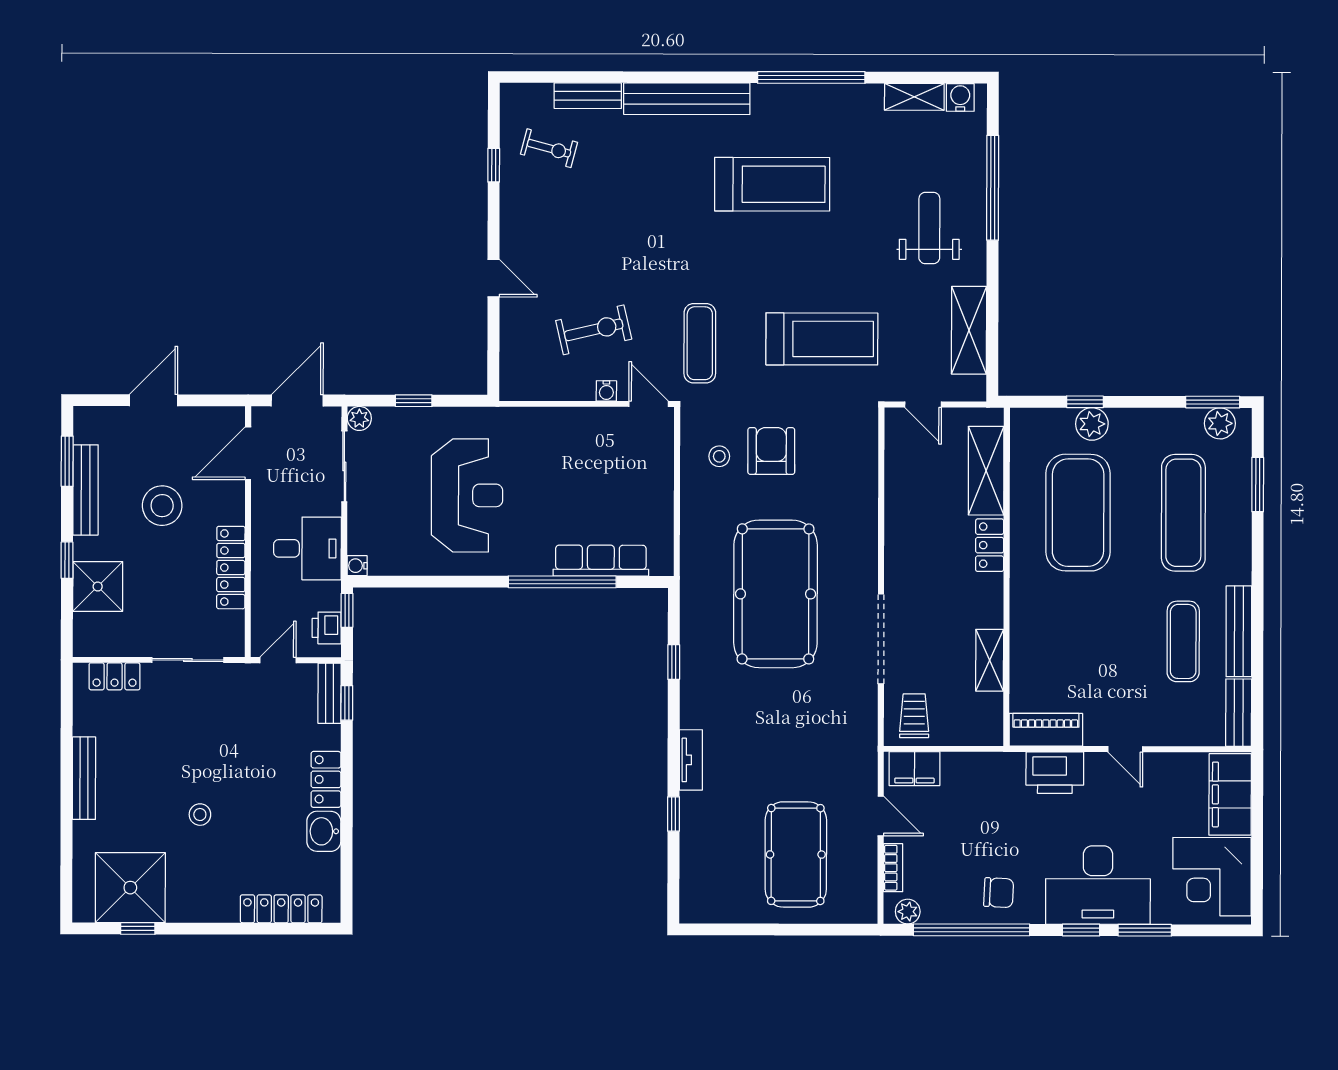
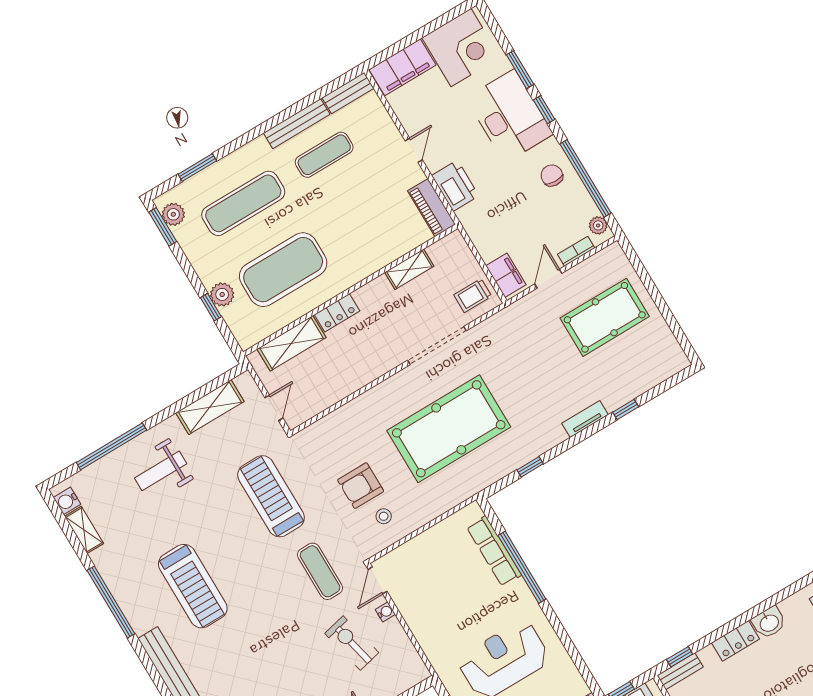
treadmill: (772, 184) -> (193, 586), turned 180
exercise mat: (700, 343) -> (320, 571), turned 90

